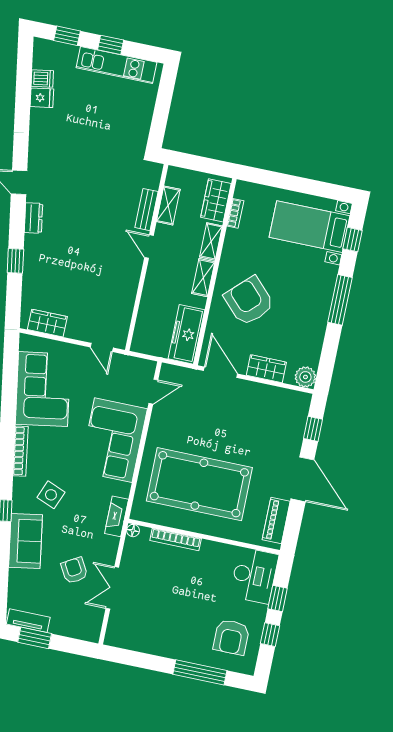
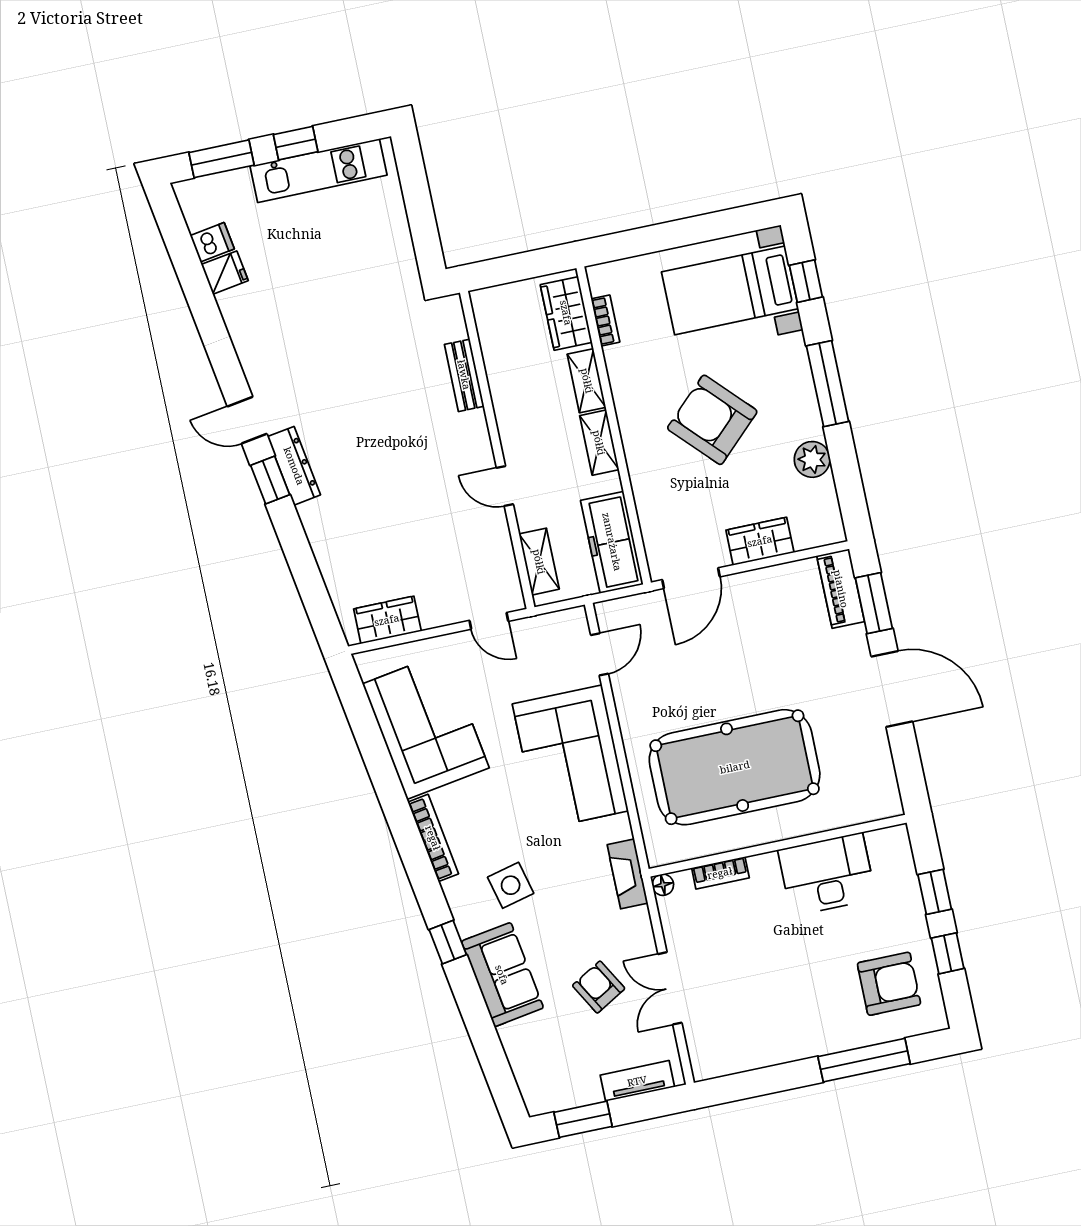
window: (67, 36) -> (221, 159), width x1.50
shelving: (168, 205) -> (539, 562), moved
dresser: (33, 218) -> (294, 466), width x1.44
door: (149, 246) -> (505, 486), moved
window: (15, 261) -> (270, 480), moved
armchair: (249, 301) -> (712, 420), moved
door: (221, 372) -> (691, 578), swing flipped
plant: (305, 377) -> (812, 459), moved
window: (313, 429) -> (874, 603), width x1.50
side table: (51, 495) -> (511, 885), turned -36
piano: (276, 520) -> (841, 589), moved
bookcase: (176, 540) -> (720, 873), width x0.64
desk: (254, 576) -> (827, 874), moved, turned -90
tv unit: (28, 621) -> (637, 1081), moved
armchair: (231, 637) -> (889, 984), turned -90

